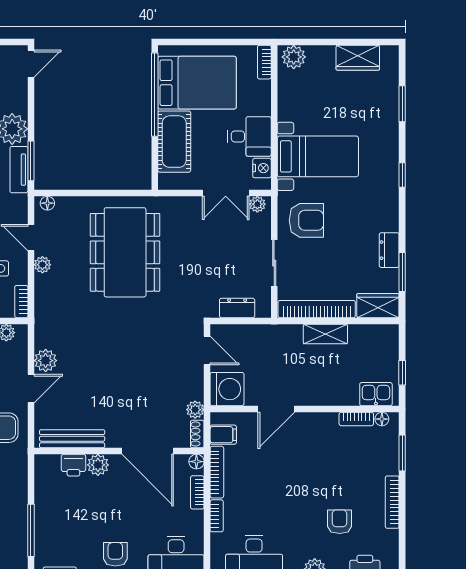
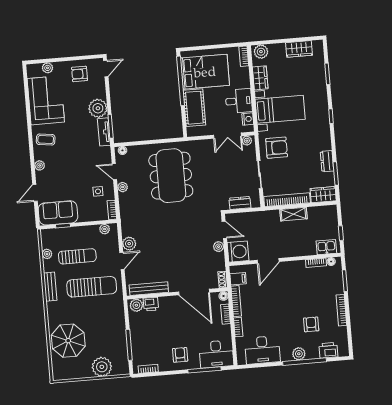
wardrobe: (289, 101) -> (260, 78), added
plant: (195, 410) -> (219, 247), moved
plant: (98, 465) -> (136, 305), moved

